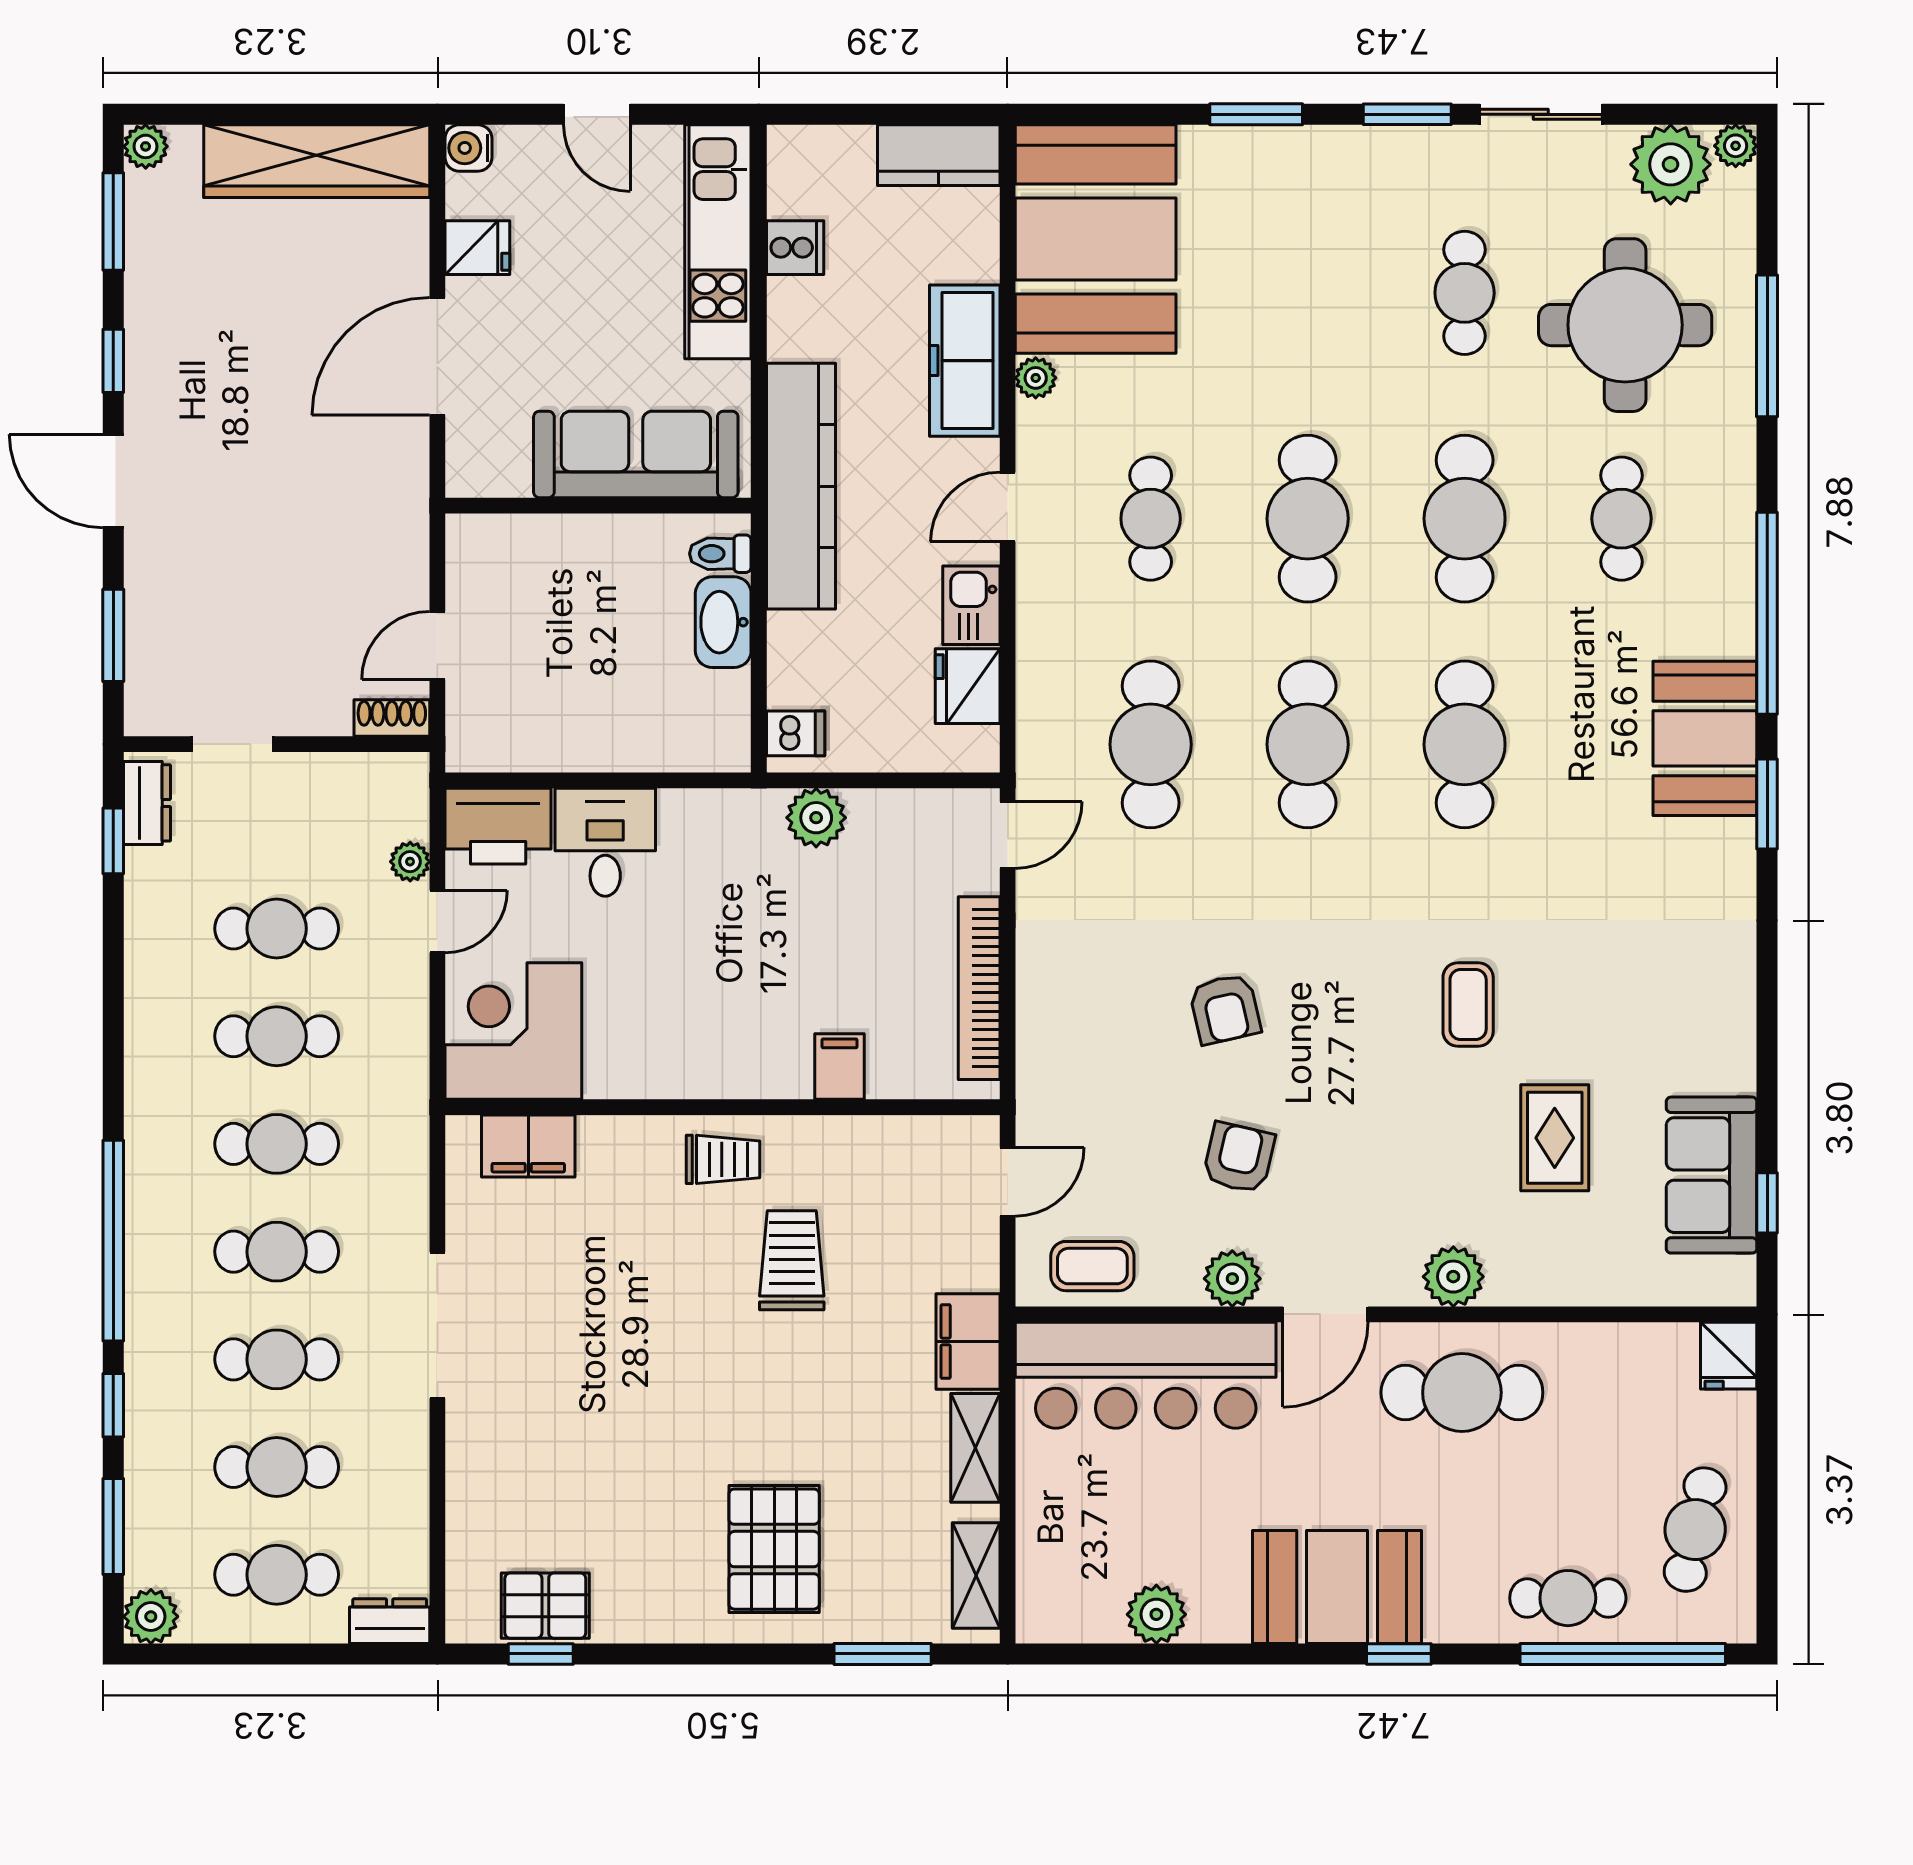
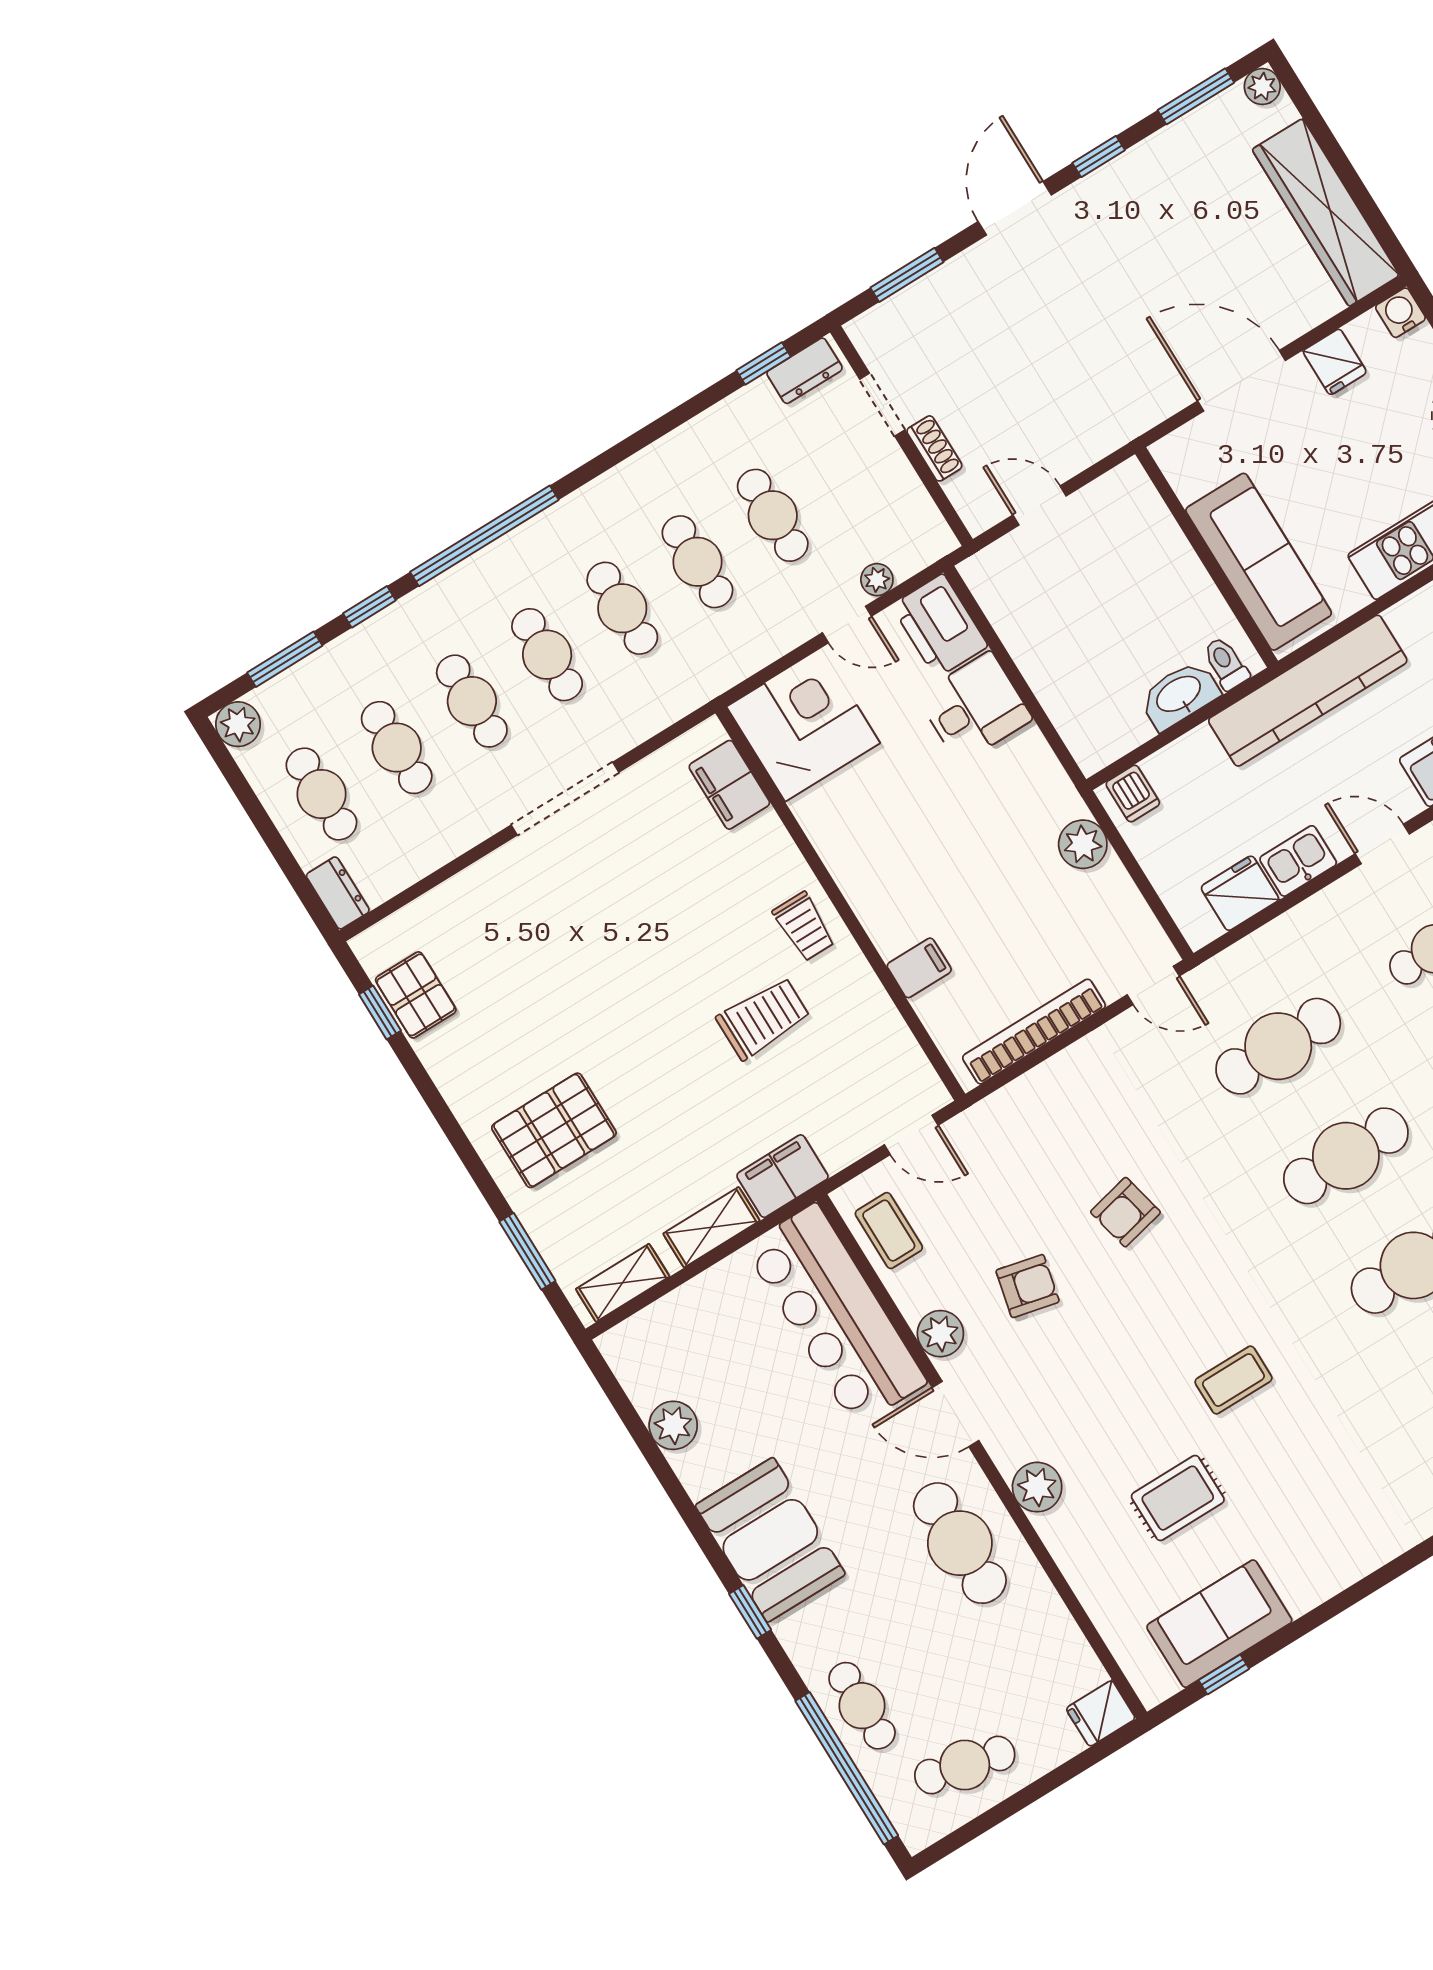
shoe rack: (392, 718) -> (934, 448), moved

